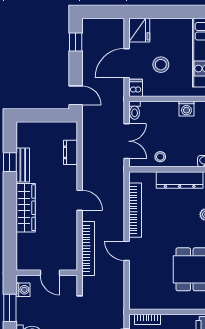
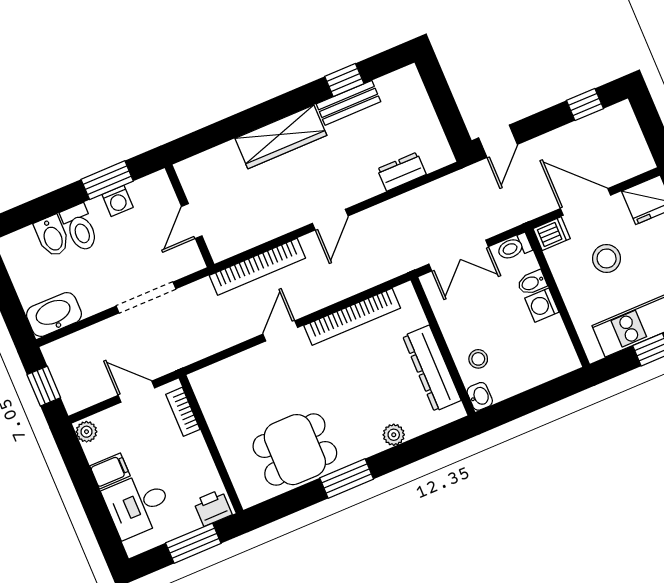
bidet: (157, 109) -> (532, 283), added
washing machine: (186, 109) -> (542, 305), moved
stool: (160, 157) -> (478, 359), moved
washing machine: (23, 290) -> (118, 201), moved

